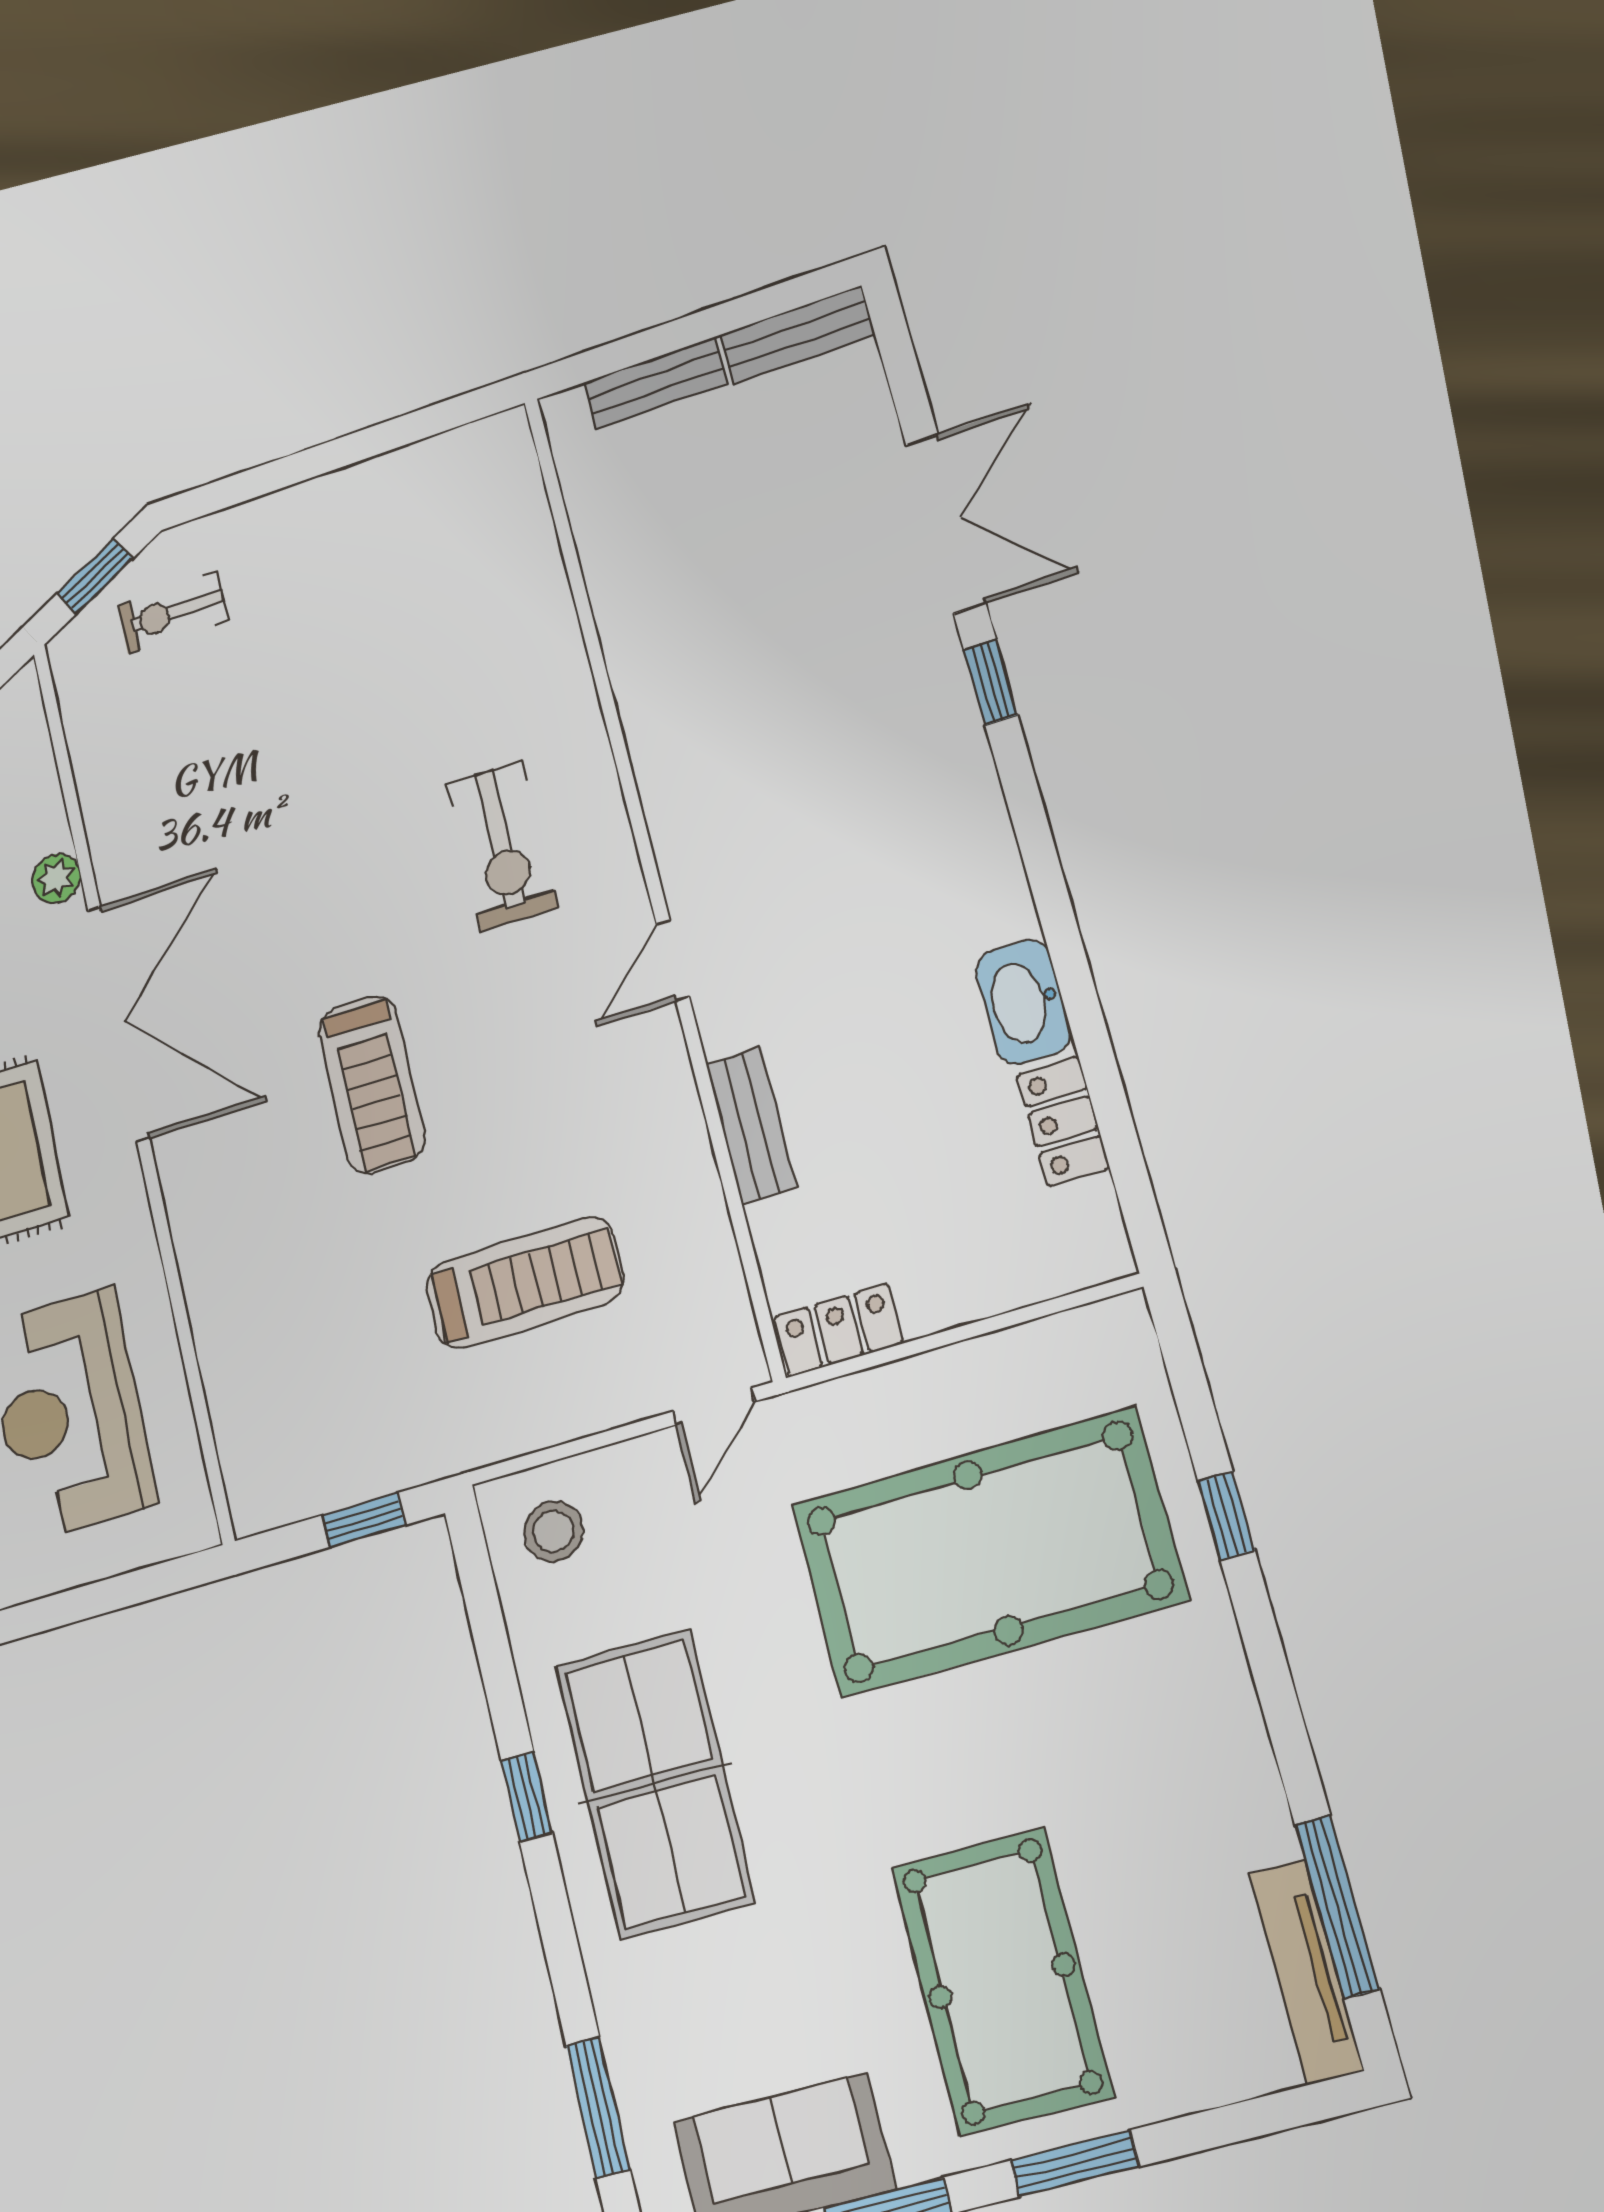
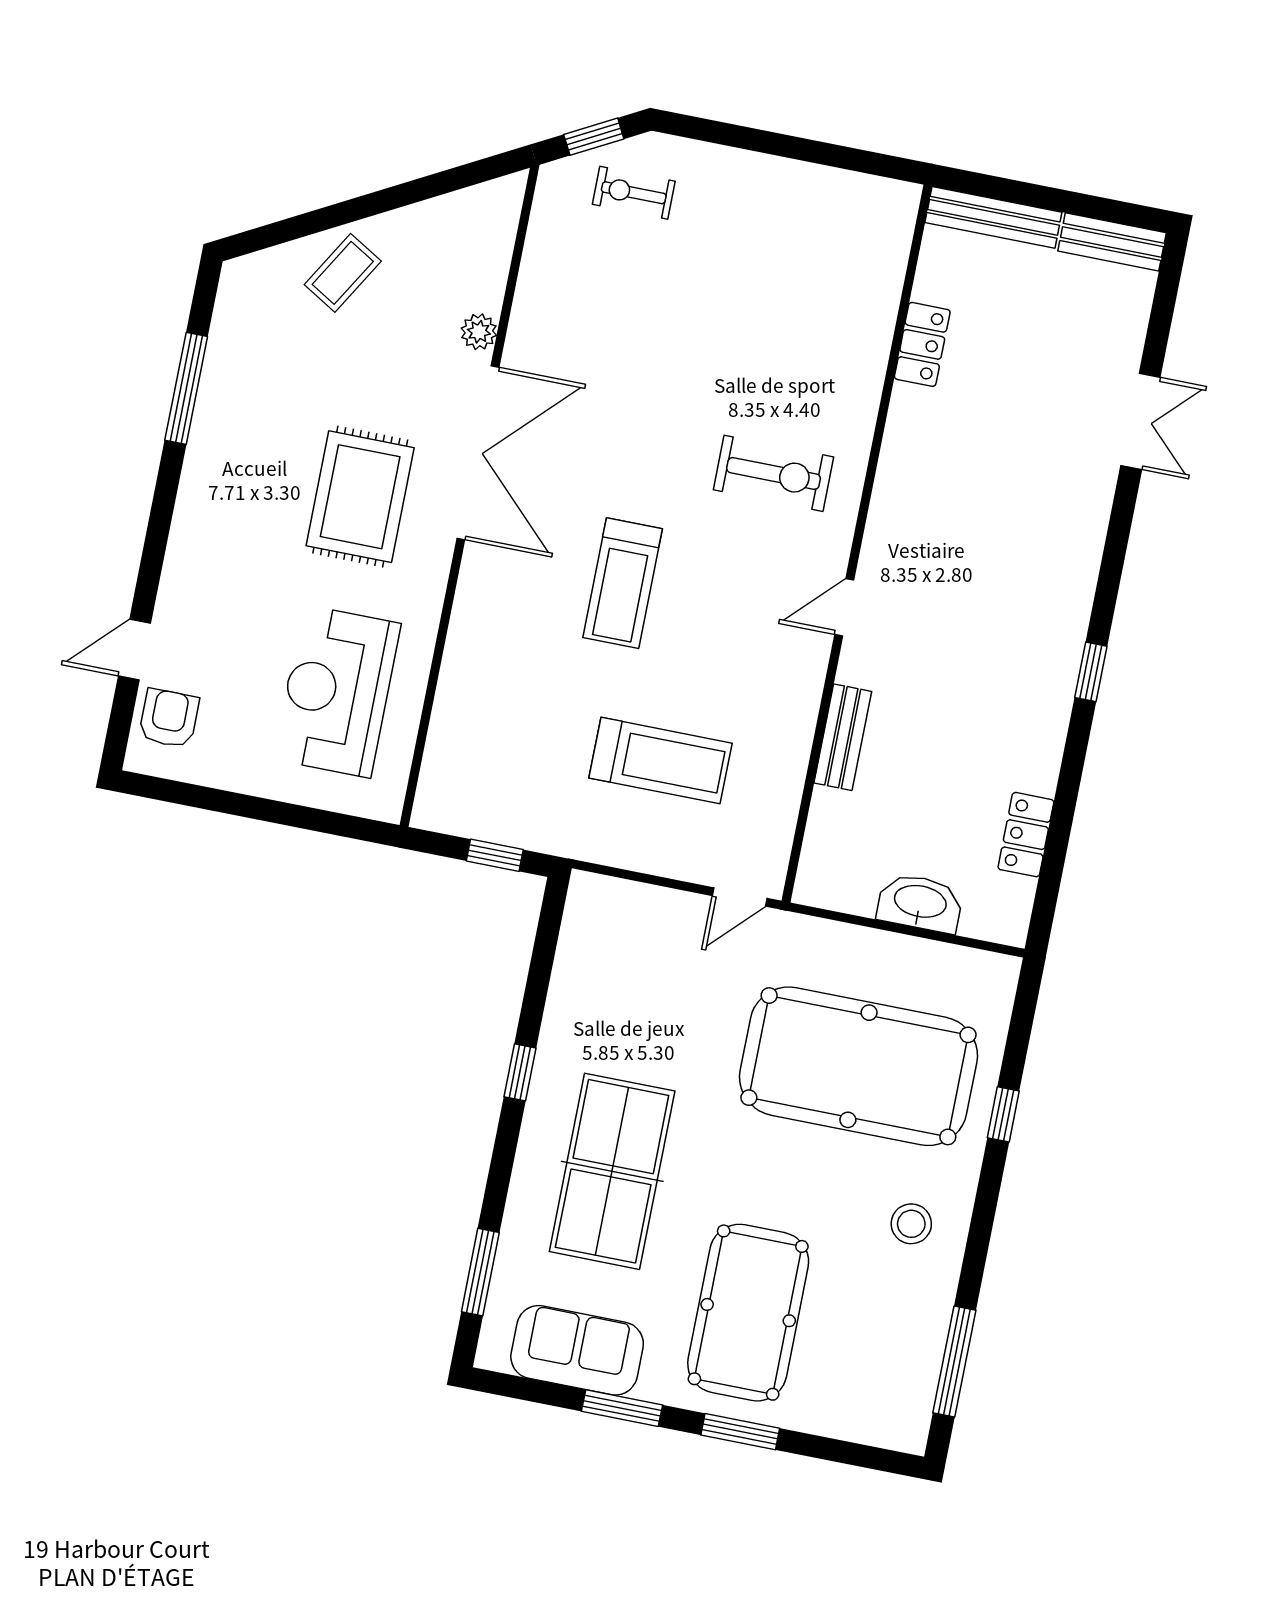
bench: (656, 383) -> (993, 217), width x1.36
double door: (946, 524) -> (1140, 421), width x0.73
window: (991, 682) -> (1091, 672), moved
exercise bike: (502, 846) -> (774, 473), turned -90
washbasin: (1024, 1002) -> (920, 903), moved, turned 90
locker: (839, 1330) -> (922, 344), moved, turned 90
stool: (553, 1531) -> (911, 1224), moved
table tennis table: (655, 1783) -> (612, 1171), moved
tv unit: (1306, 1971) -> (919, 1388), removed

